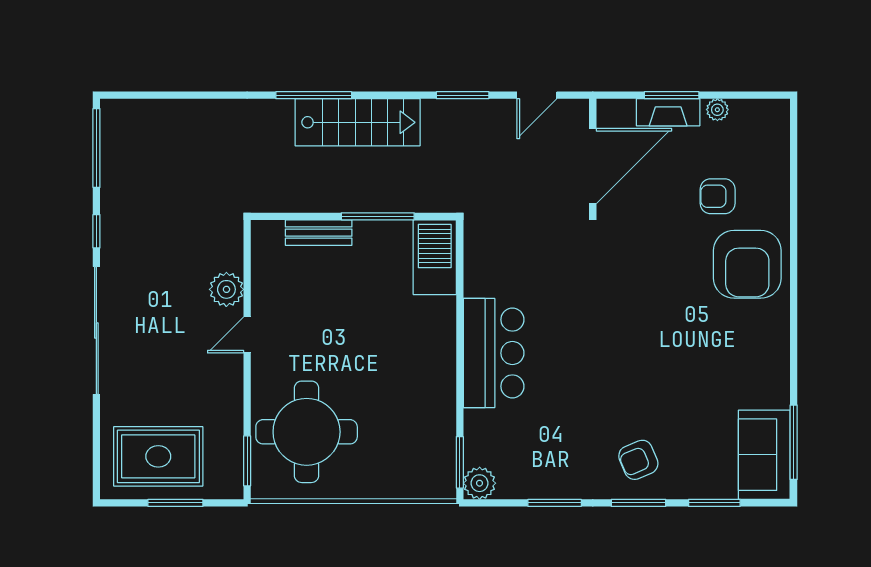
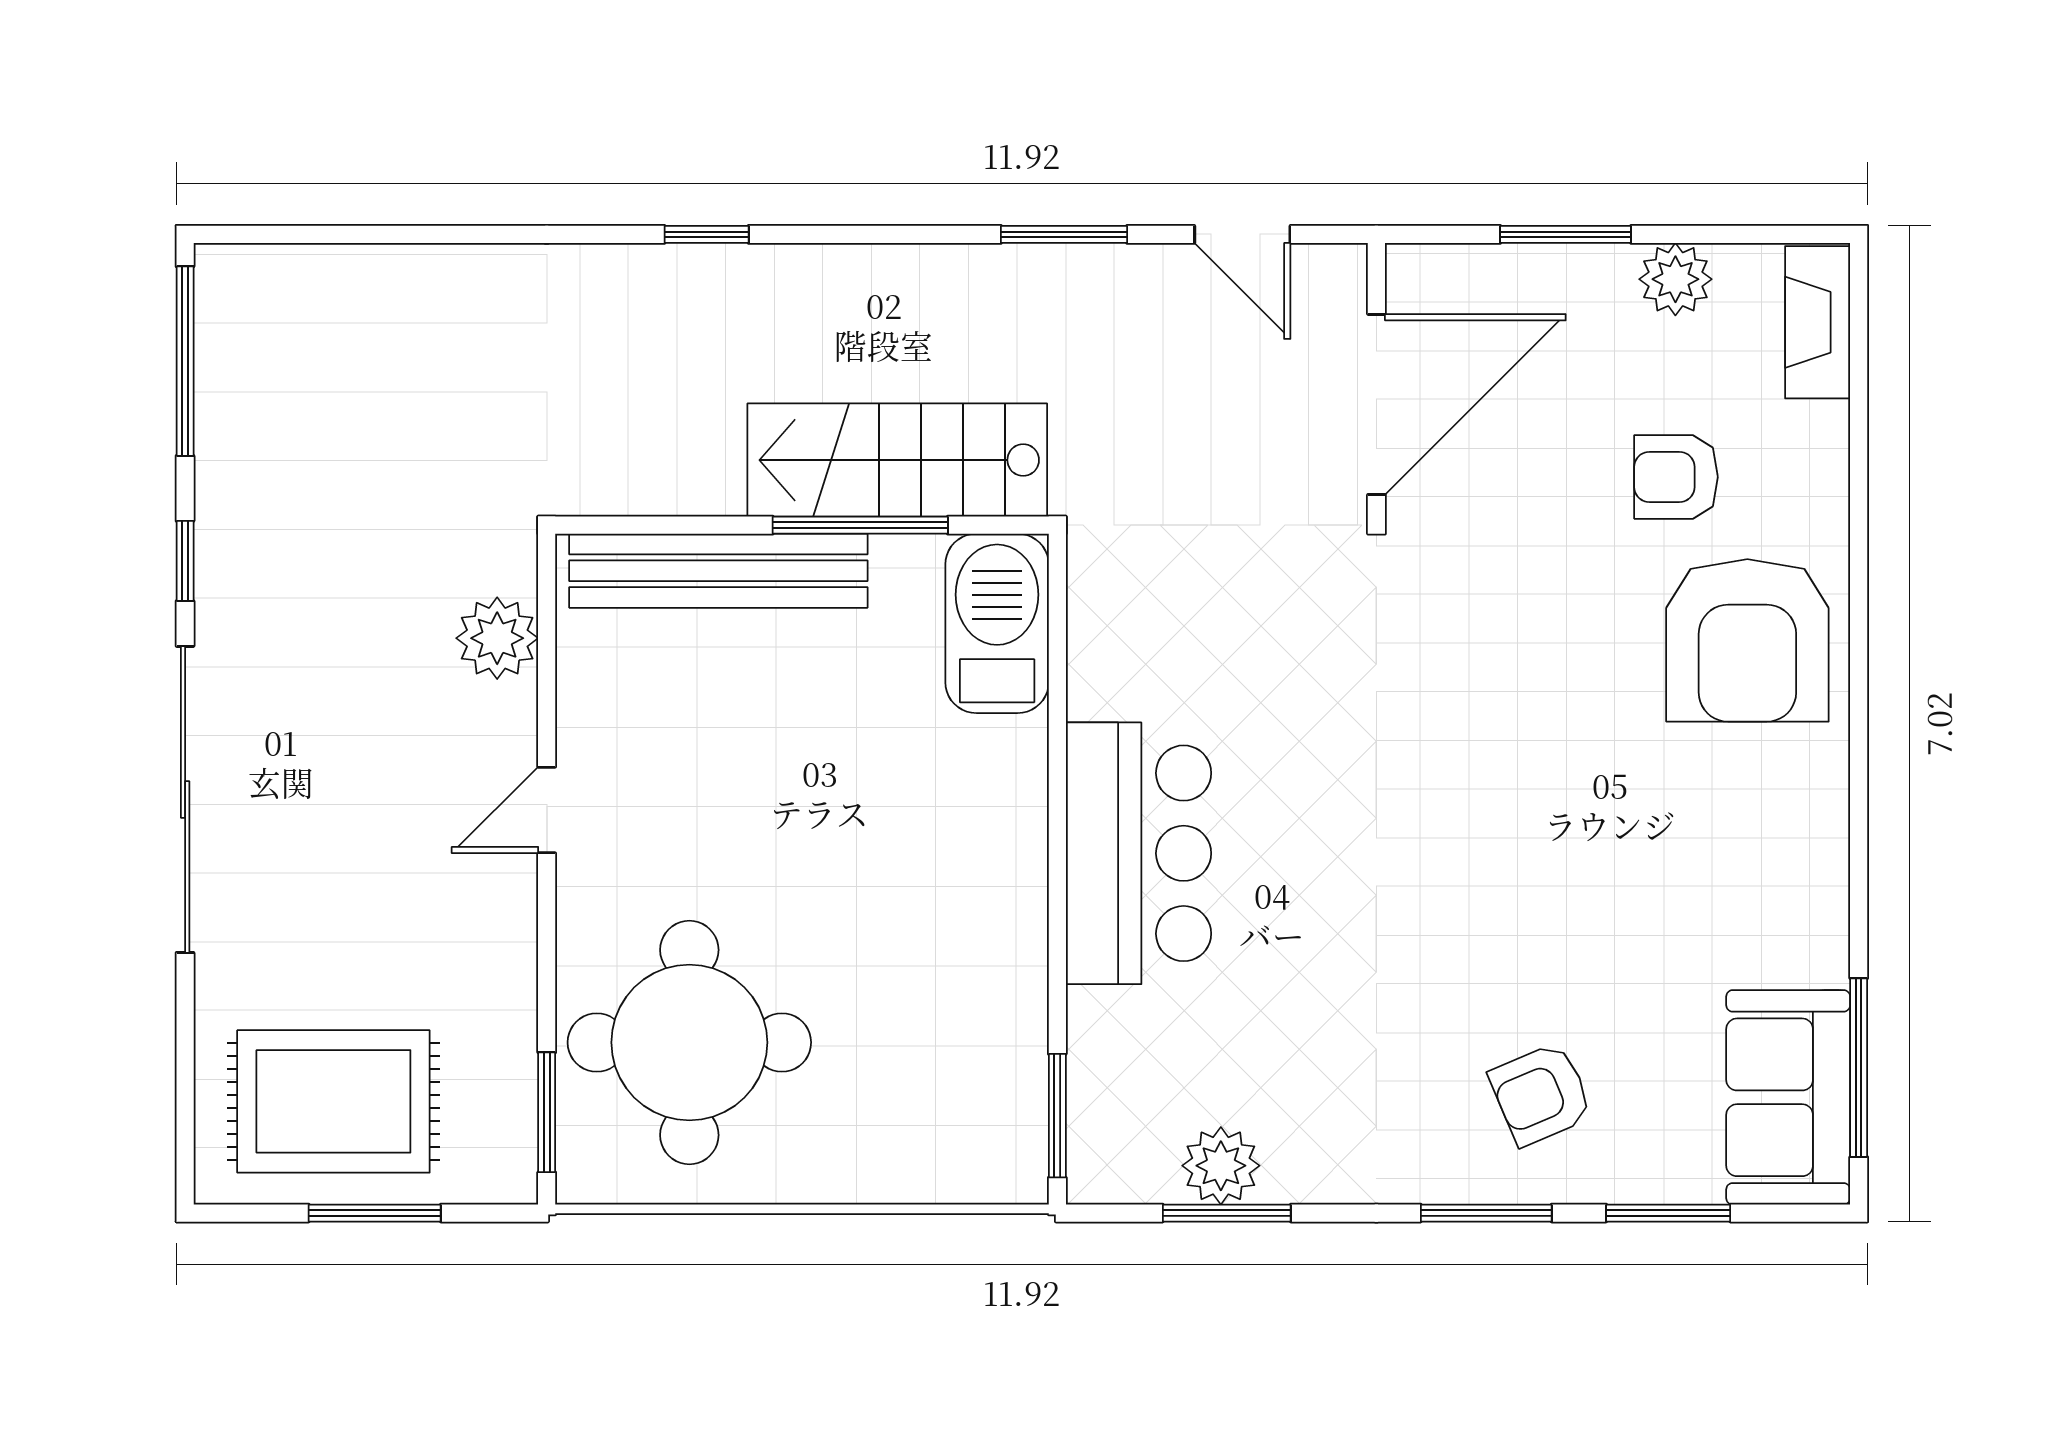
window: (314, 95) -> (707, 234), width x0.46
door: (537, 95) -> (1242, 234), hinge flipped
plant: (717, 110) -> (1675, 279), width x1.38, depth x1.38
fireplace: (668, 112) -> (1818, 322), moved, turned 90
stairs: (358, 122) -> (897, 460), moved, turned 180
bench: (319, 233) -> (718, 571), width x1.86, depth x1.21
plant: (226, 289) -> (497, 638), moved
armchair: (638, 460) -> (1541, 1094), moved
plant: (480, 483) -> (1221, 1166), moved
window: (555, 503) -> (1227, 1213), moved

